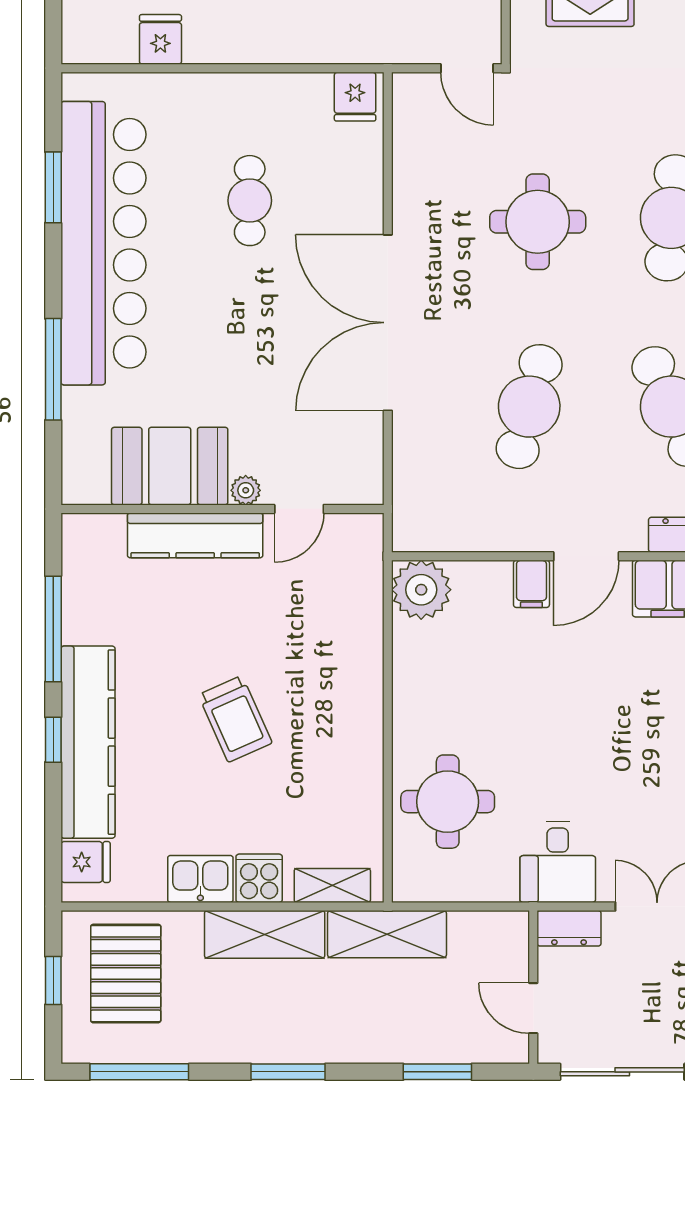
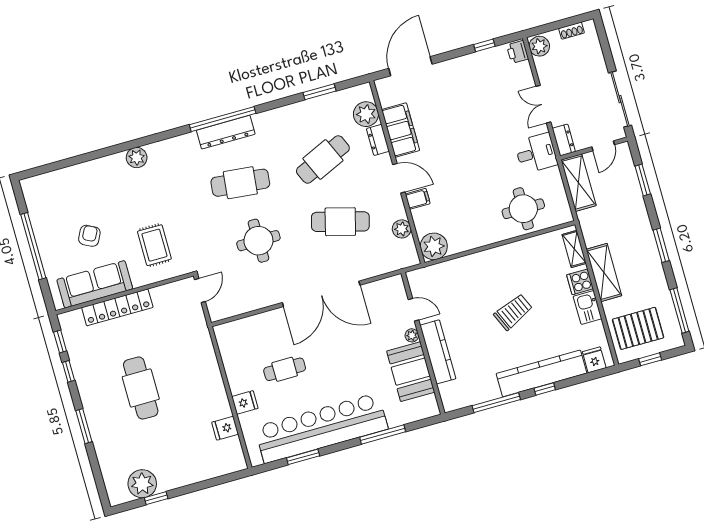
fridge: (355, 97) -> (245, 402), moved
plant: (477, 532) -> (402, 229), added
shelving: (387, 934) -> (578, 183), moved

